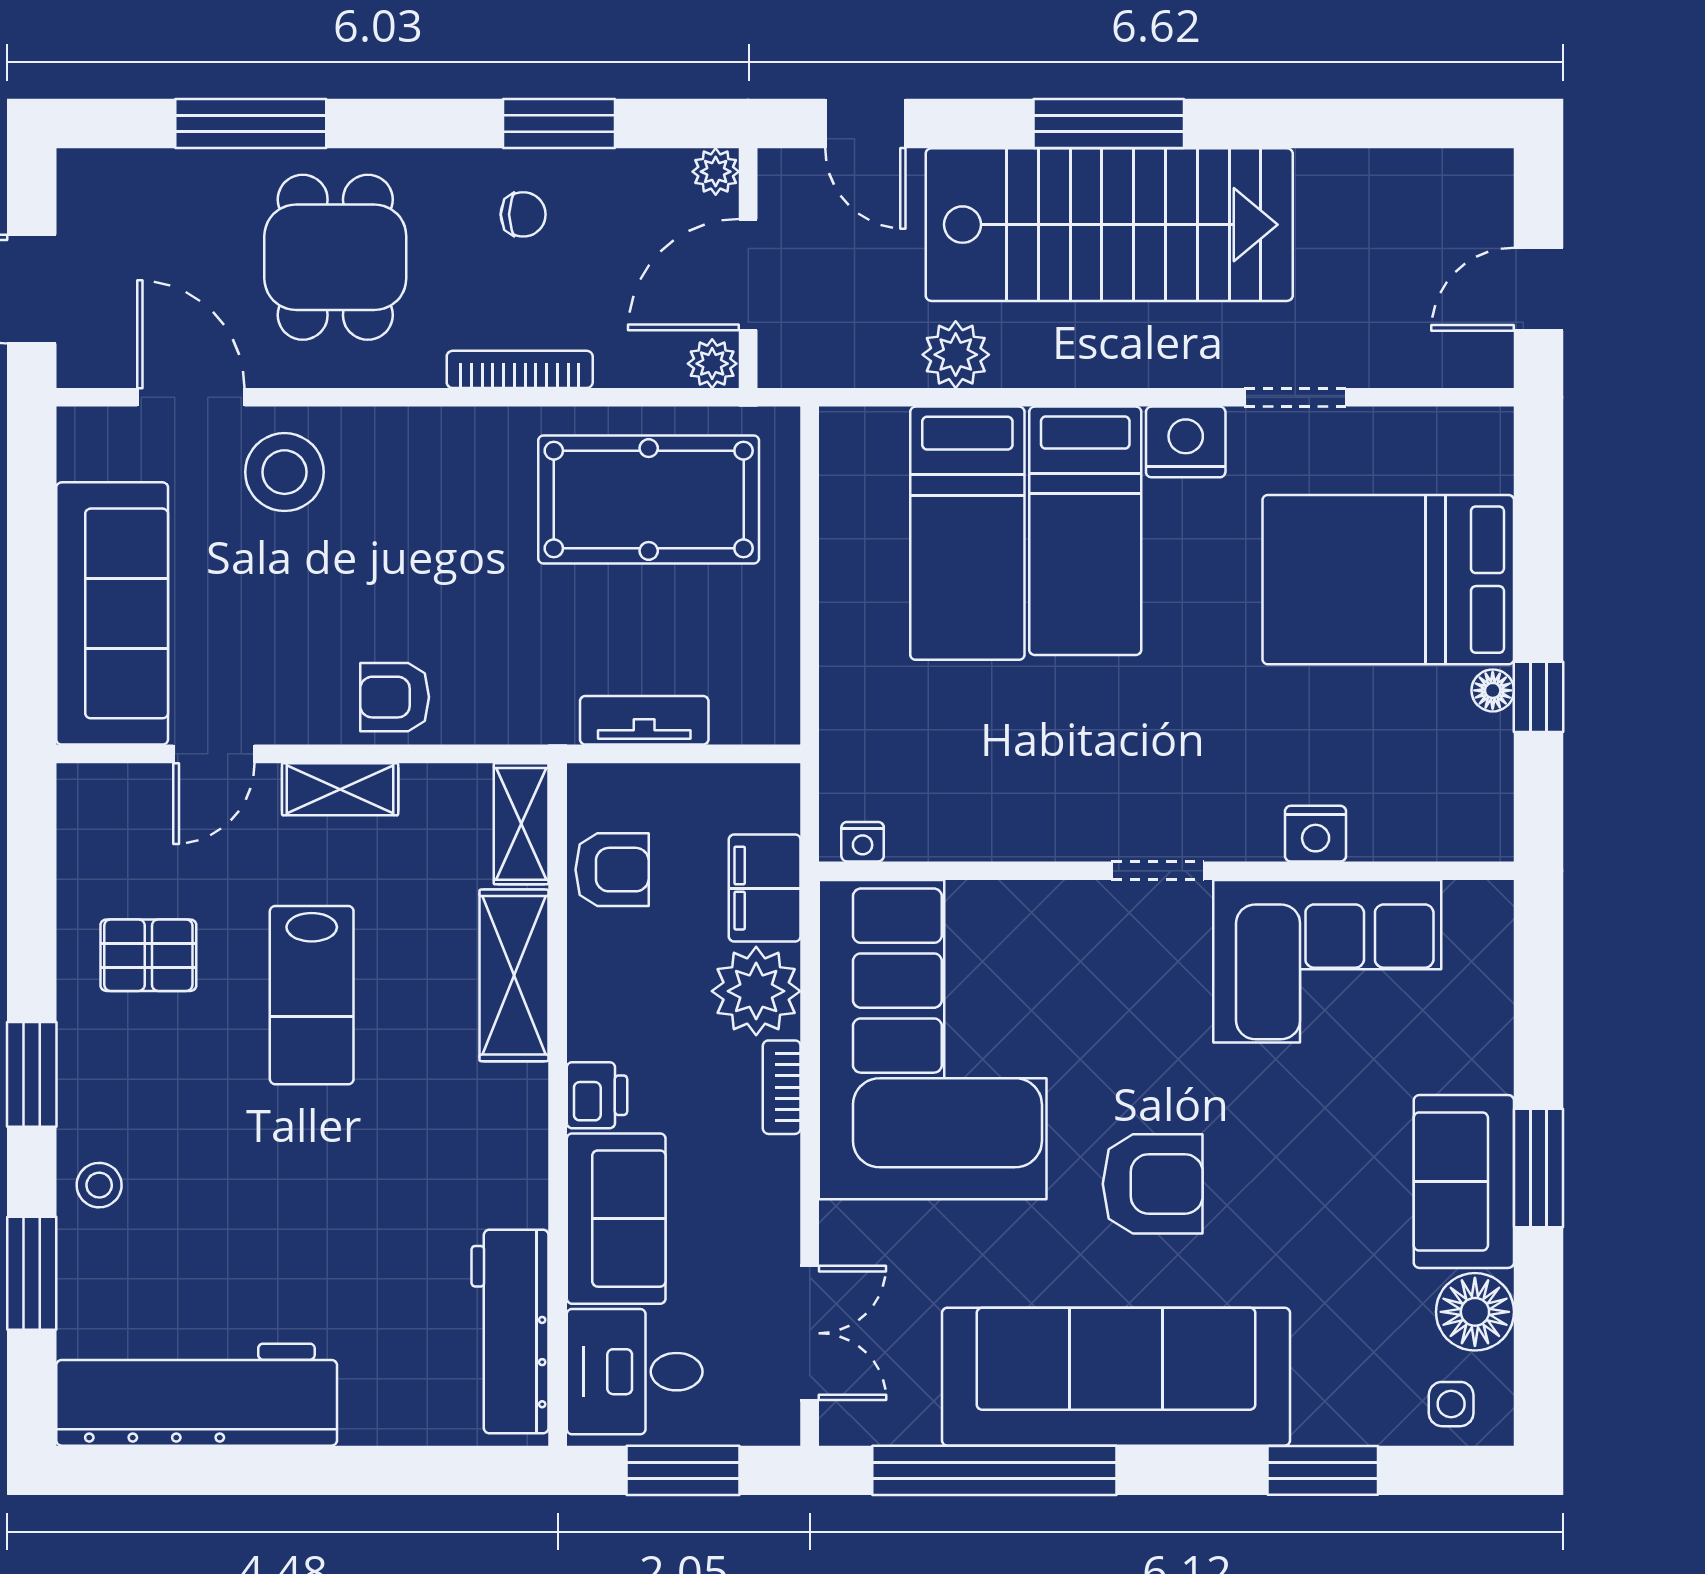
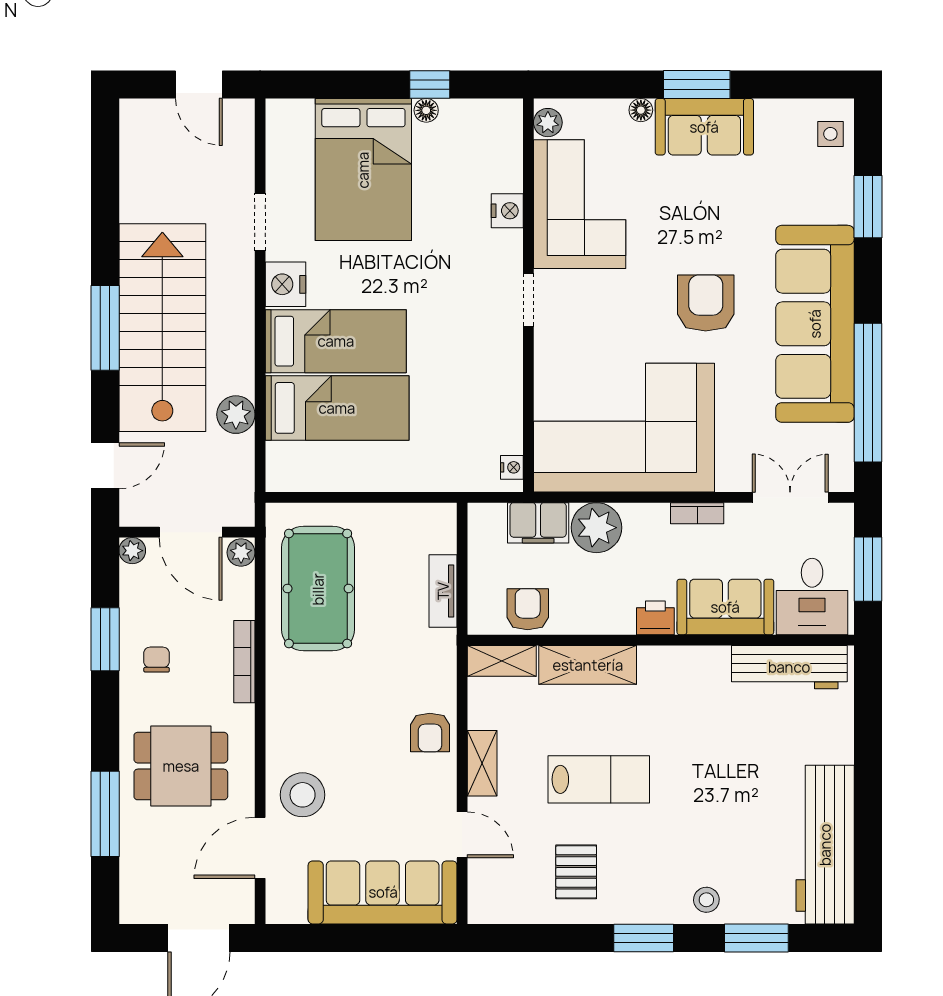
plant: (1471, 905) -> (548, 123), added
bookcase: (782, 1087) -> (697, 513), moved
floor lamp: (1475, 1312) -> (641, 110), moved, width x0.53, depth x0.53

